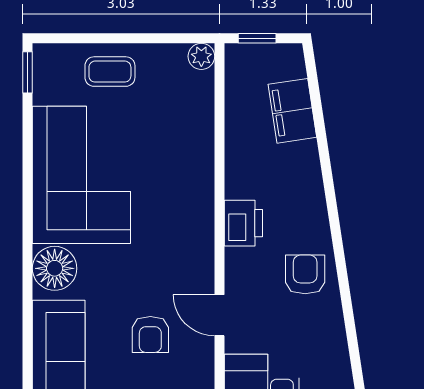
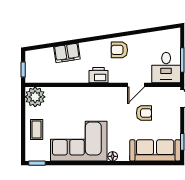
plant: (201, 56) -> (35, 97), width x1.88, depth x1.88
filing cabinet: (292, 111) -> (67, 53), moved
floor lamp: (55, 268) -> (113, 156), width x0.53, depth x0.53

